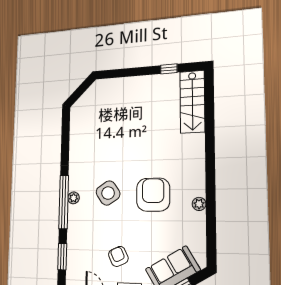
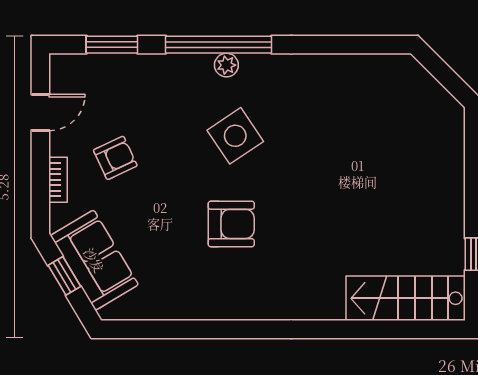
armchair: (153, 195) -> (231, 224), width x0.73, depth x0.73
plant: (199, 204) -> (213, 309), removed

